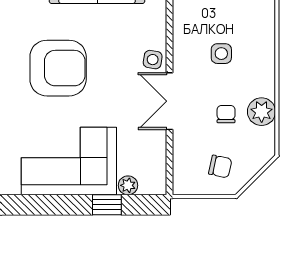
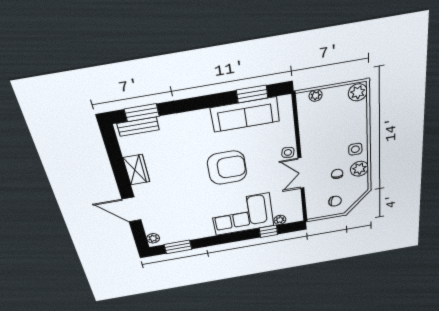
side table: (221, 54) -> (355, 149), moved

